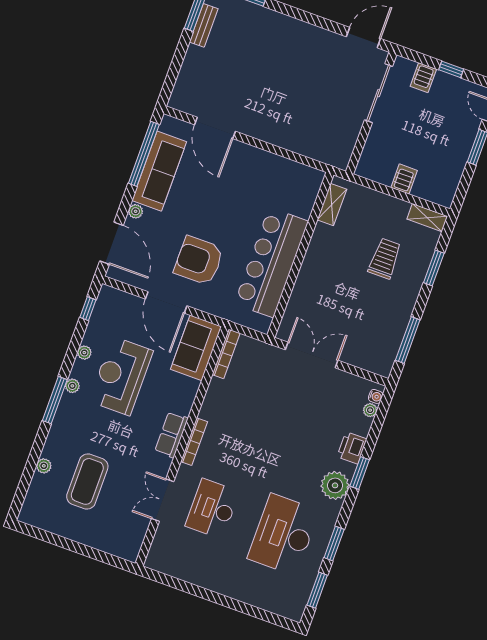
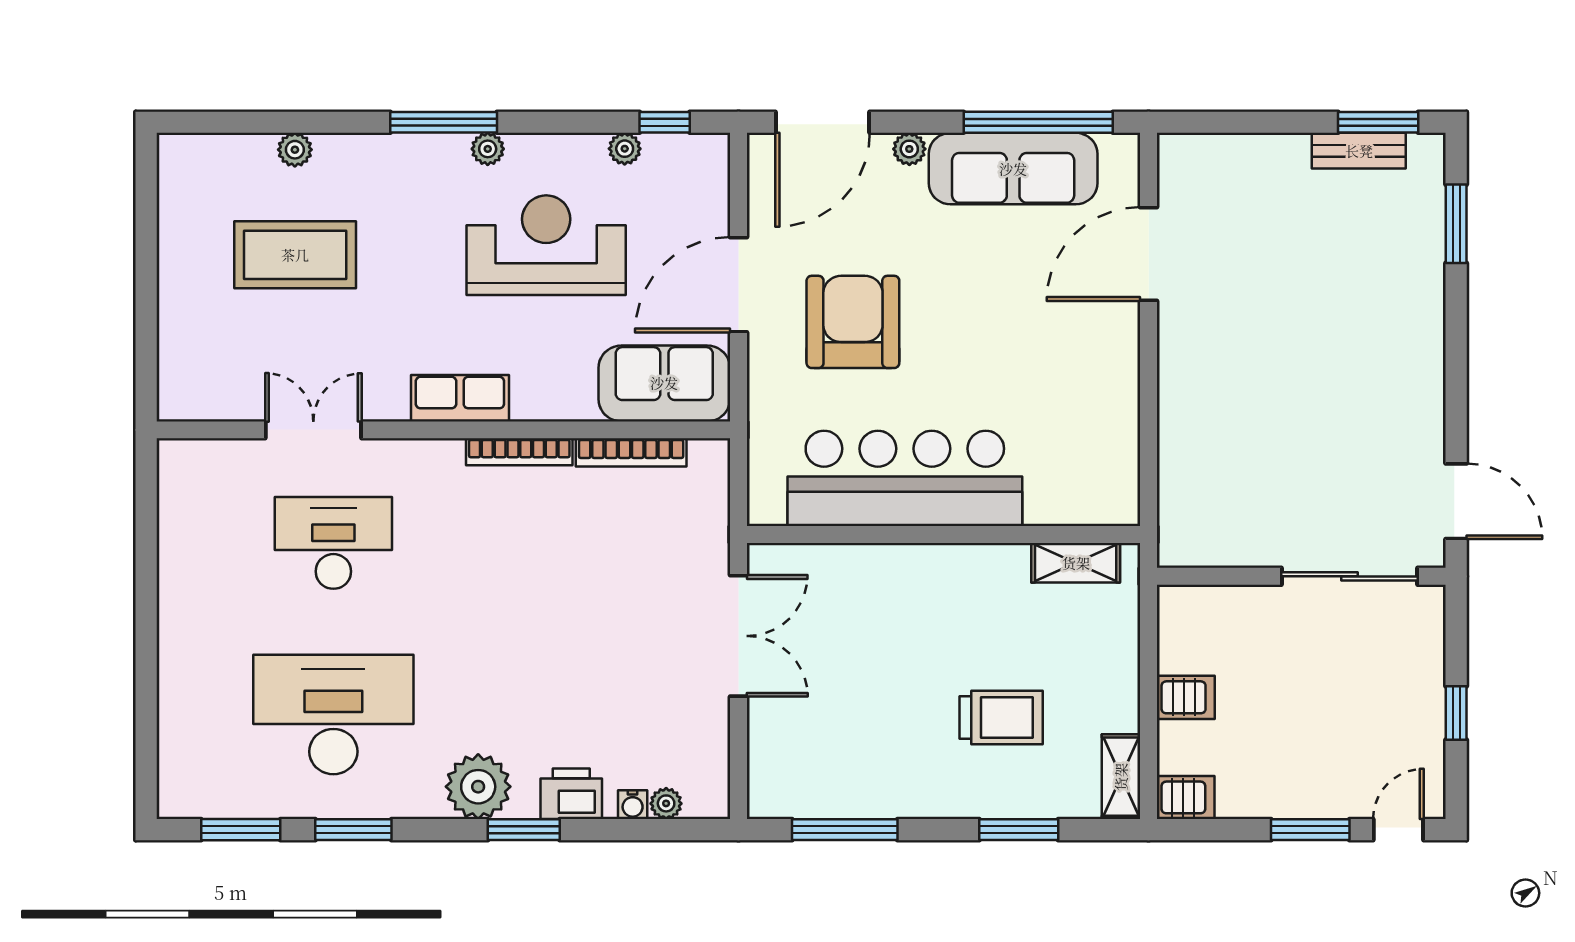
server rack: (423, 78) -> (1186, 797), moved, turned 180
plant: (84, 353) -> (625, 149), moved
bookcase: (226, 354) -> (631, 452), moved
water cooler: (376, 396) -> (633, 805), moved
bookcase: (194, 442) -> (519, 452), moved

